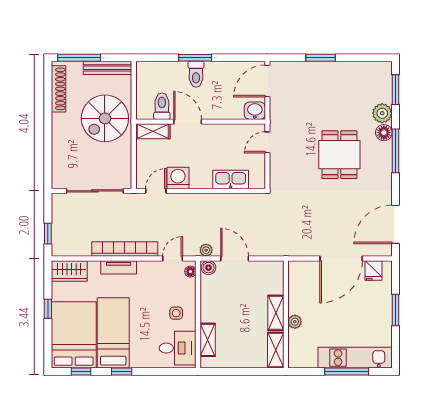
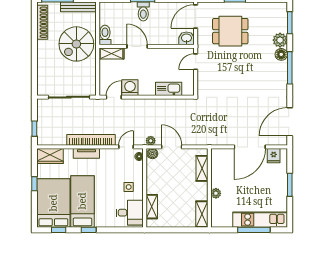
toilet: (162, 106) -> (105, 35), moved
dining table: (339, 155) -> (230, 31), moved, turned 90
shelving: (276, 313) -> (202, 168), moved

